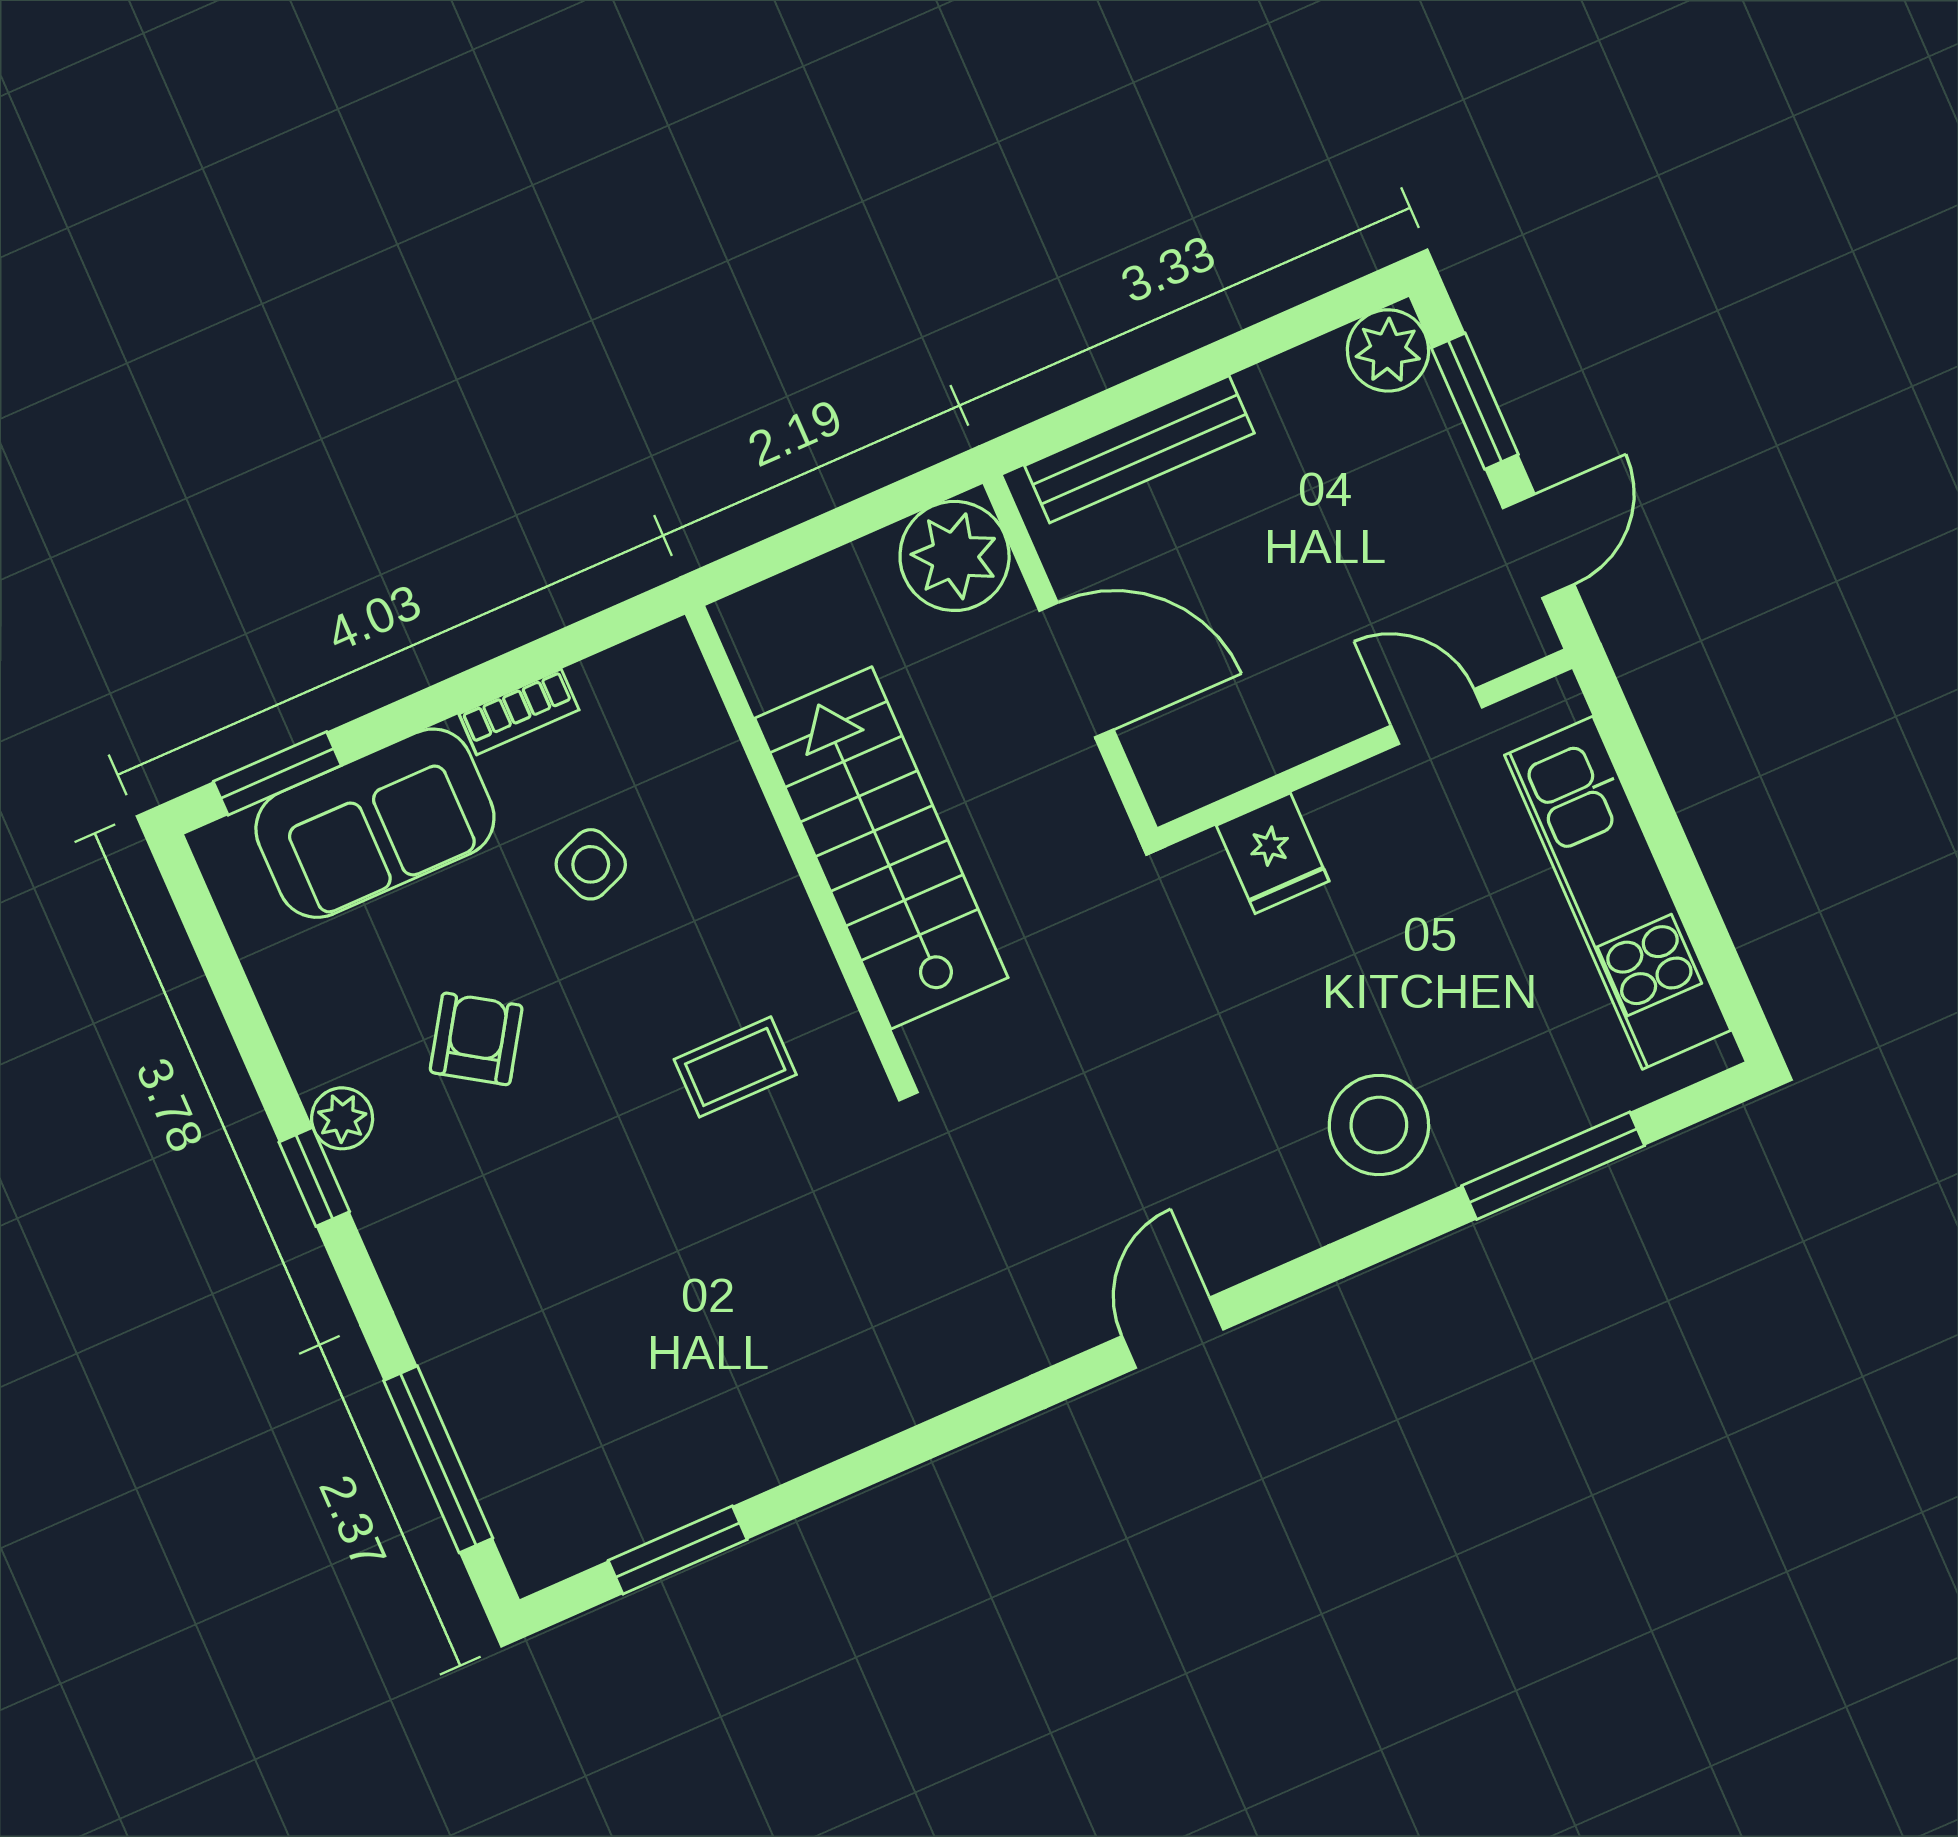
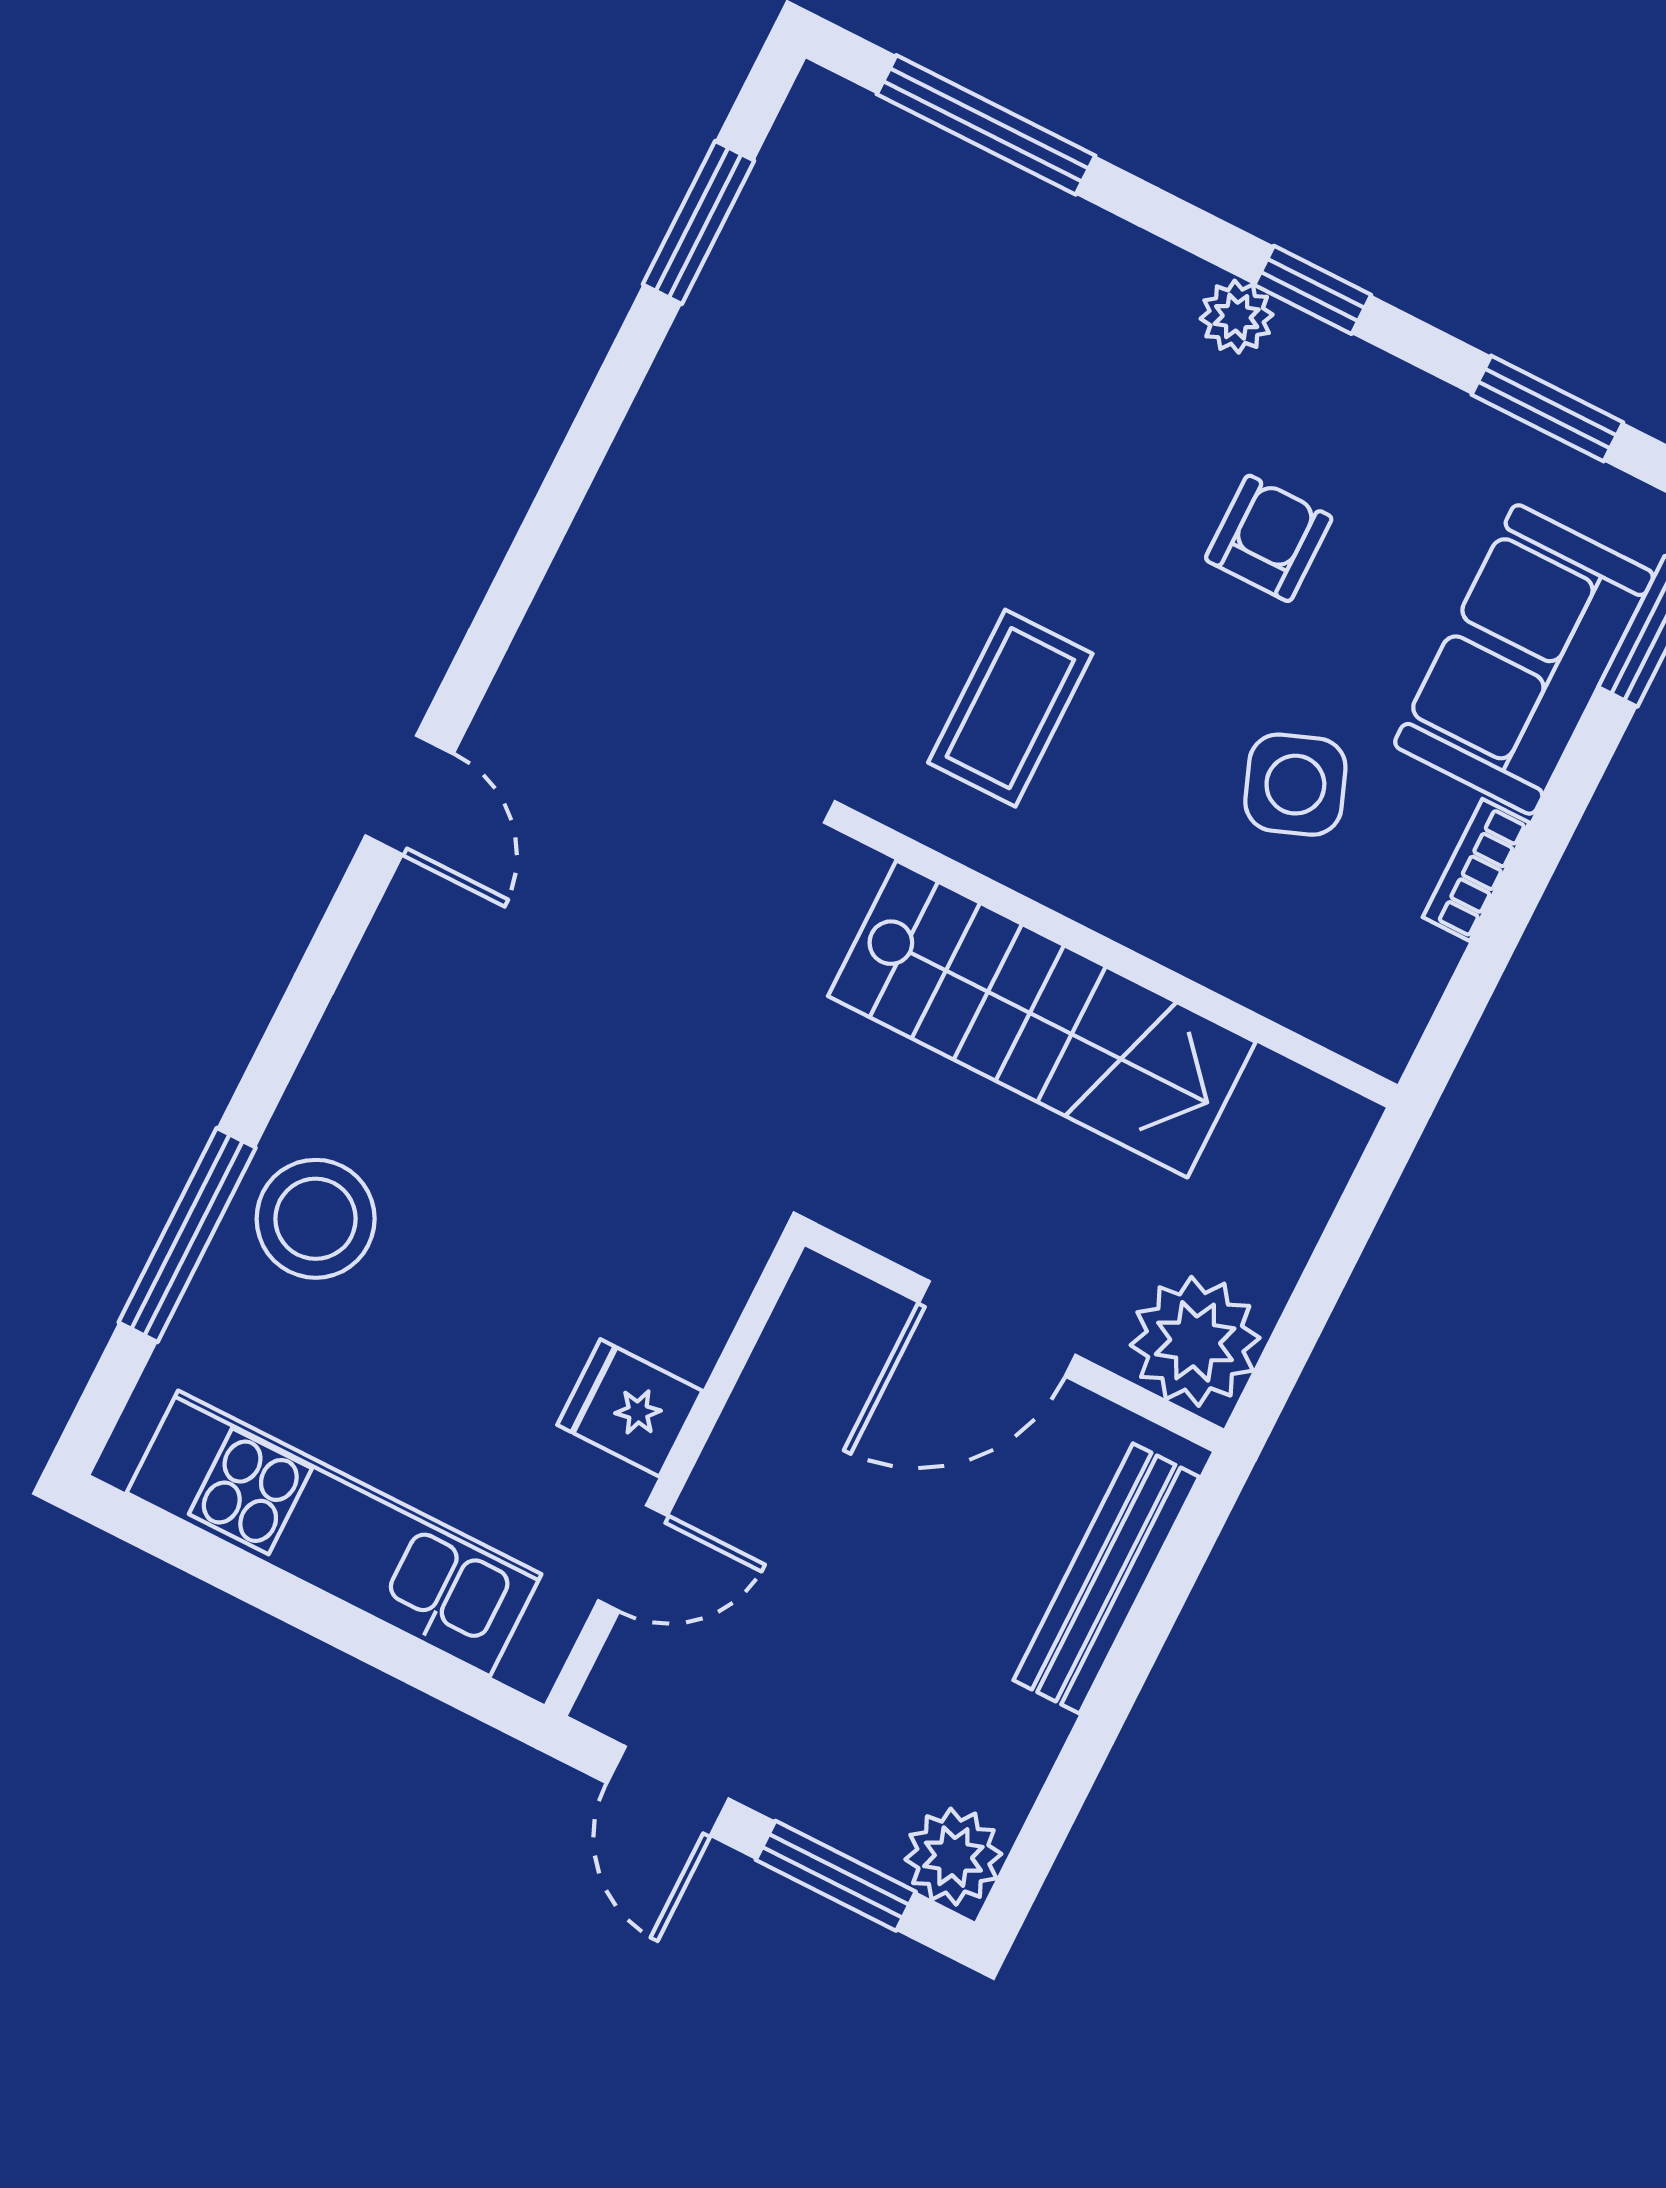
fridge: (1273, 853) -> (630, 1408), moved
side table: (591, 864) -> (1295, 785), width x1.37, depth x1.37
window: (225, 974) -> (1547, 408), added
armchair: (476, 1039) -> (1269, 538), turned -123
coffee table: (735, 1067) -> (1010, 708), width x1.36, depth x1.30
plant: (342, 1118) -> (1237, 317), moved
stool: (1379, 1125) -> (316, 1219), moved

